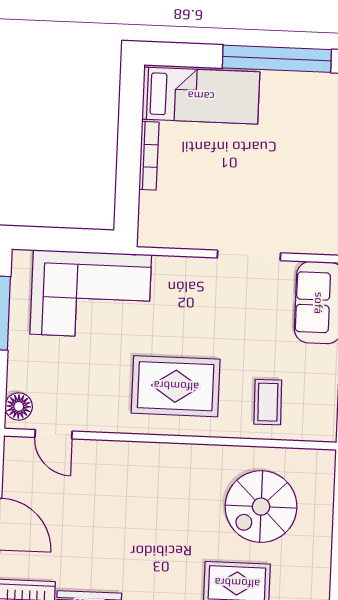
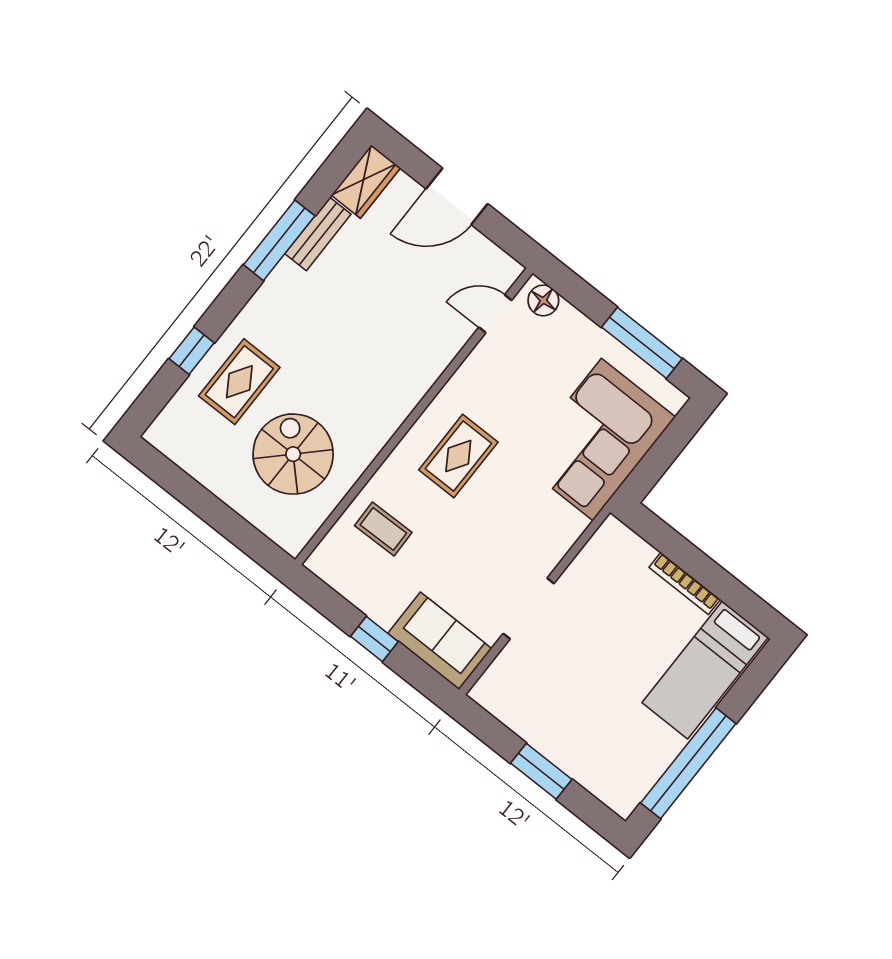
rug: (176, 386) -> (458, 456), width x0.73, depth x0.70

